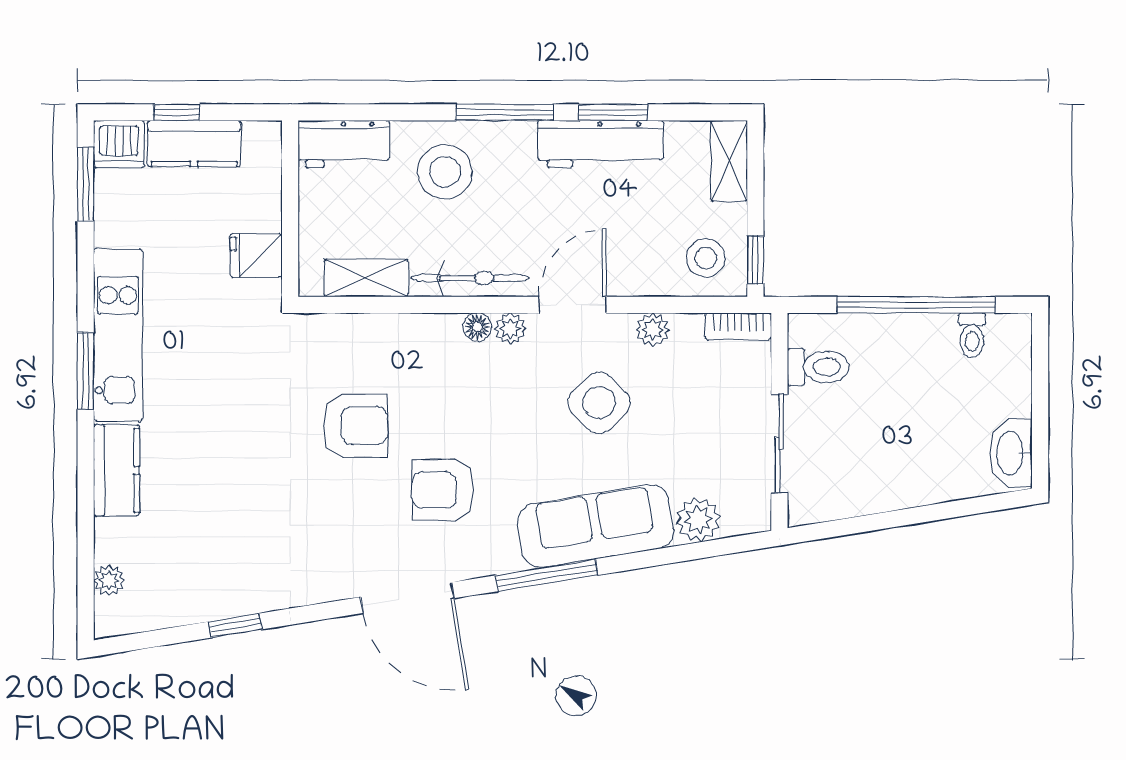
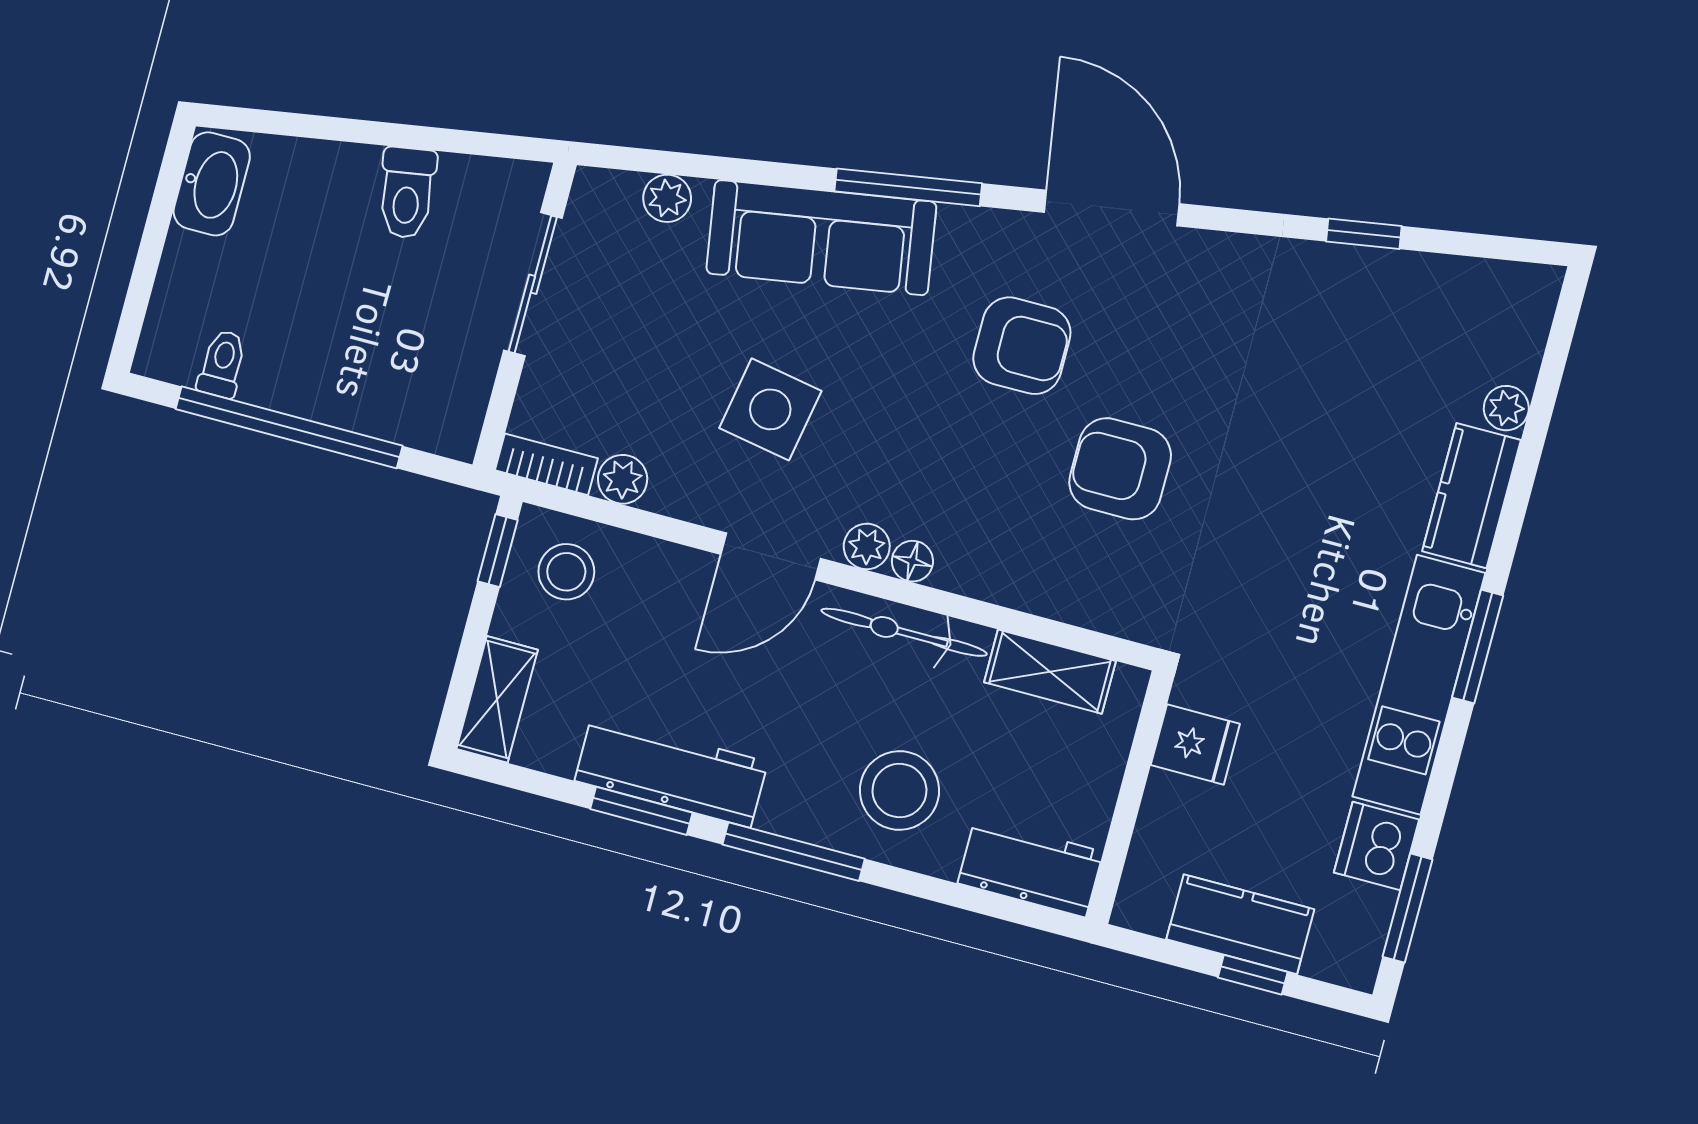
dishwasher: (119, 144) -> (1377, 846), moved, turned -90
plant: (653, 330) -> (623, 479), moved
toilet: (818, 367) -> (407, 193), moved, turned -99
side table: (599, 403) -> (770, 409), turned -36
plant: (698, 520) -> (667, 198), width x0.73, depth x0.73
plant: (109, 580) -> (1506, 408), moved

